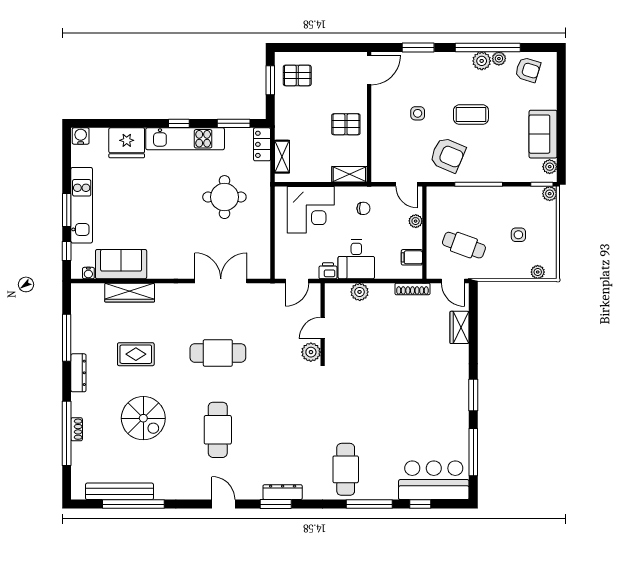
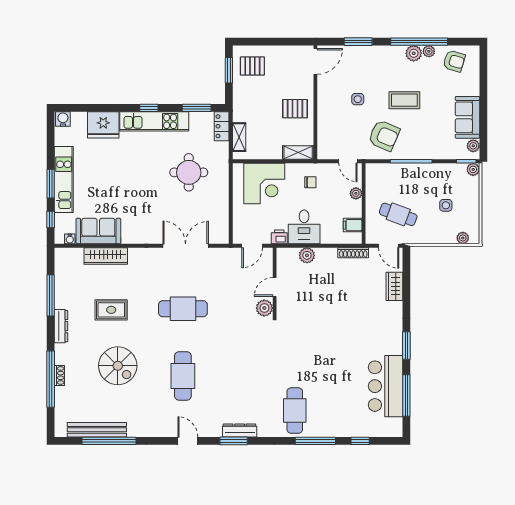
bar counter: (434, 480) -> (386, 386), moved, turned -90

